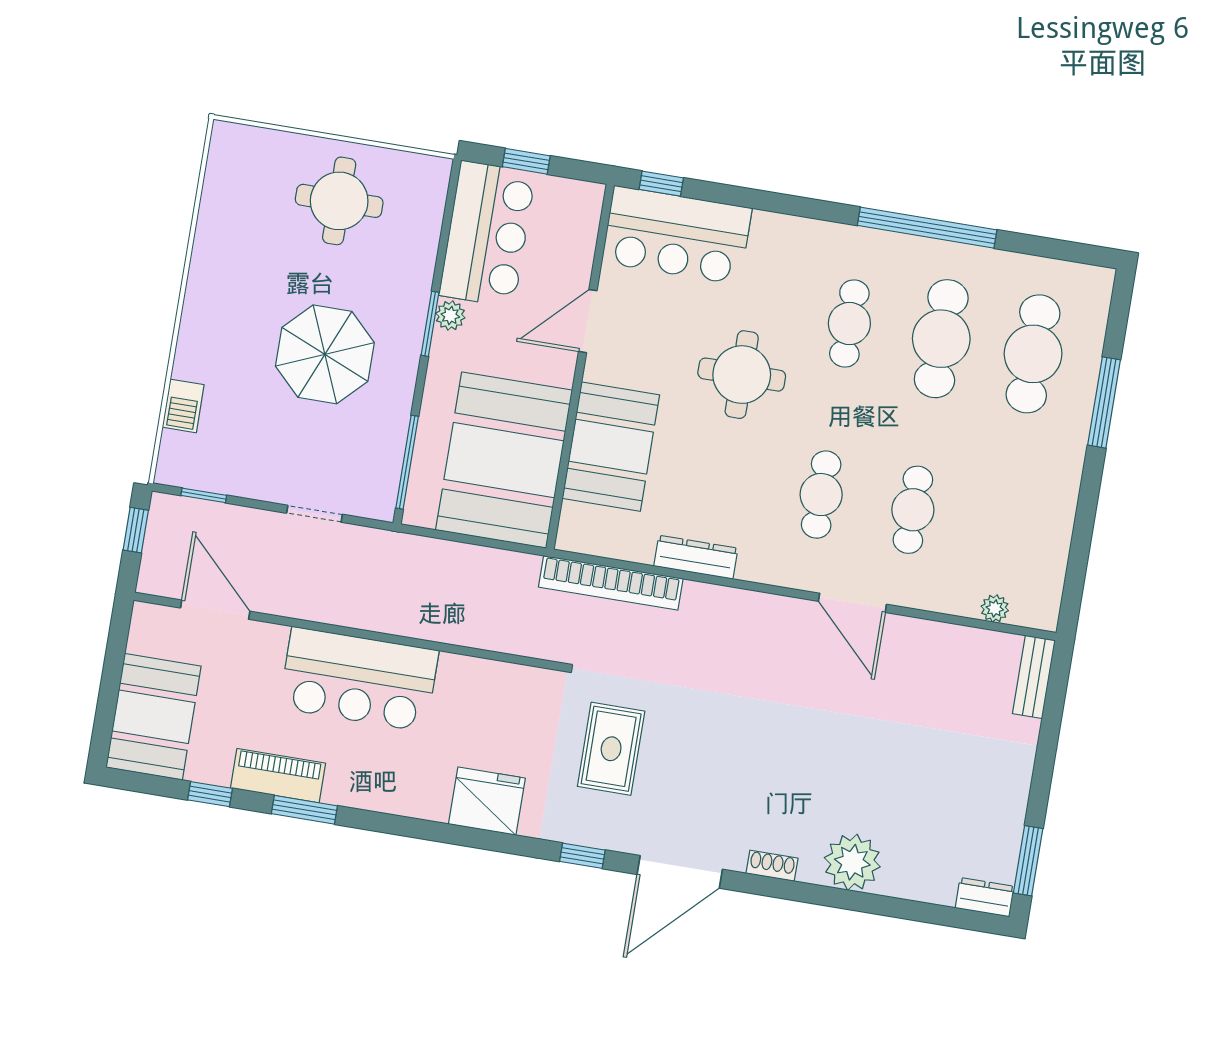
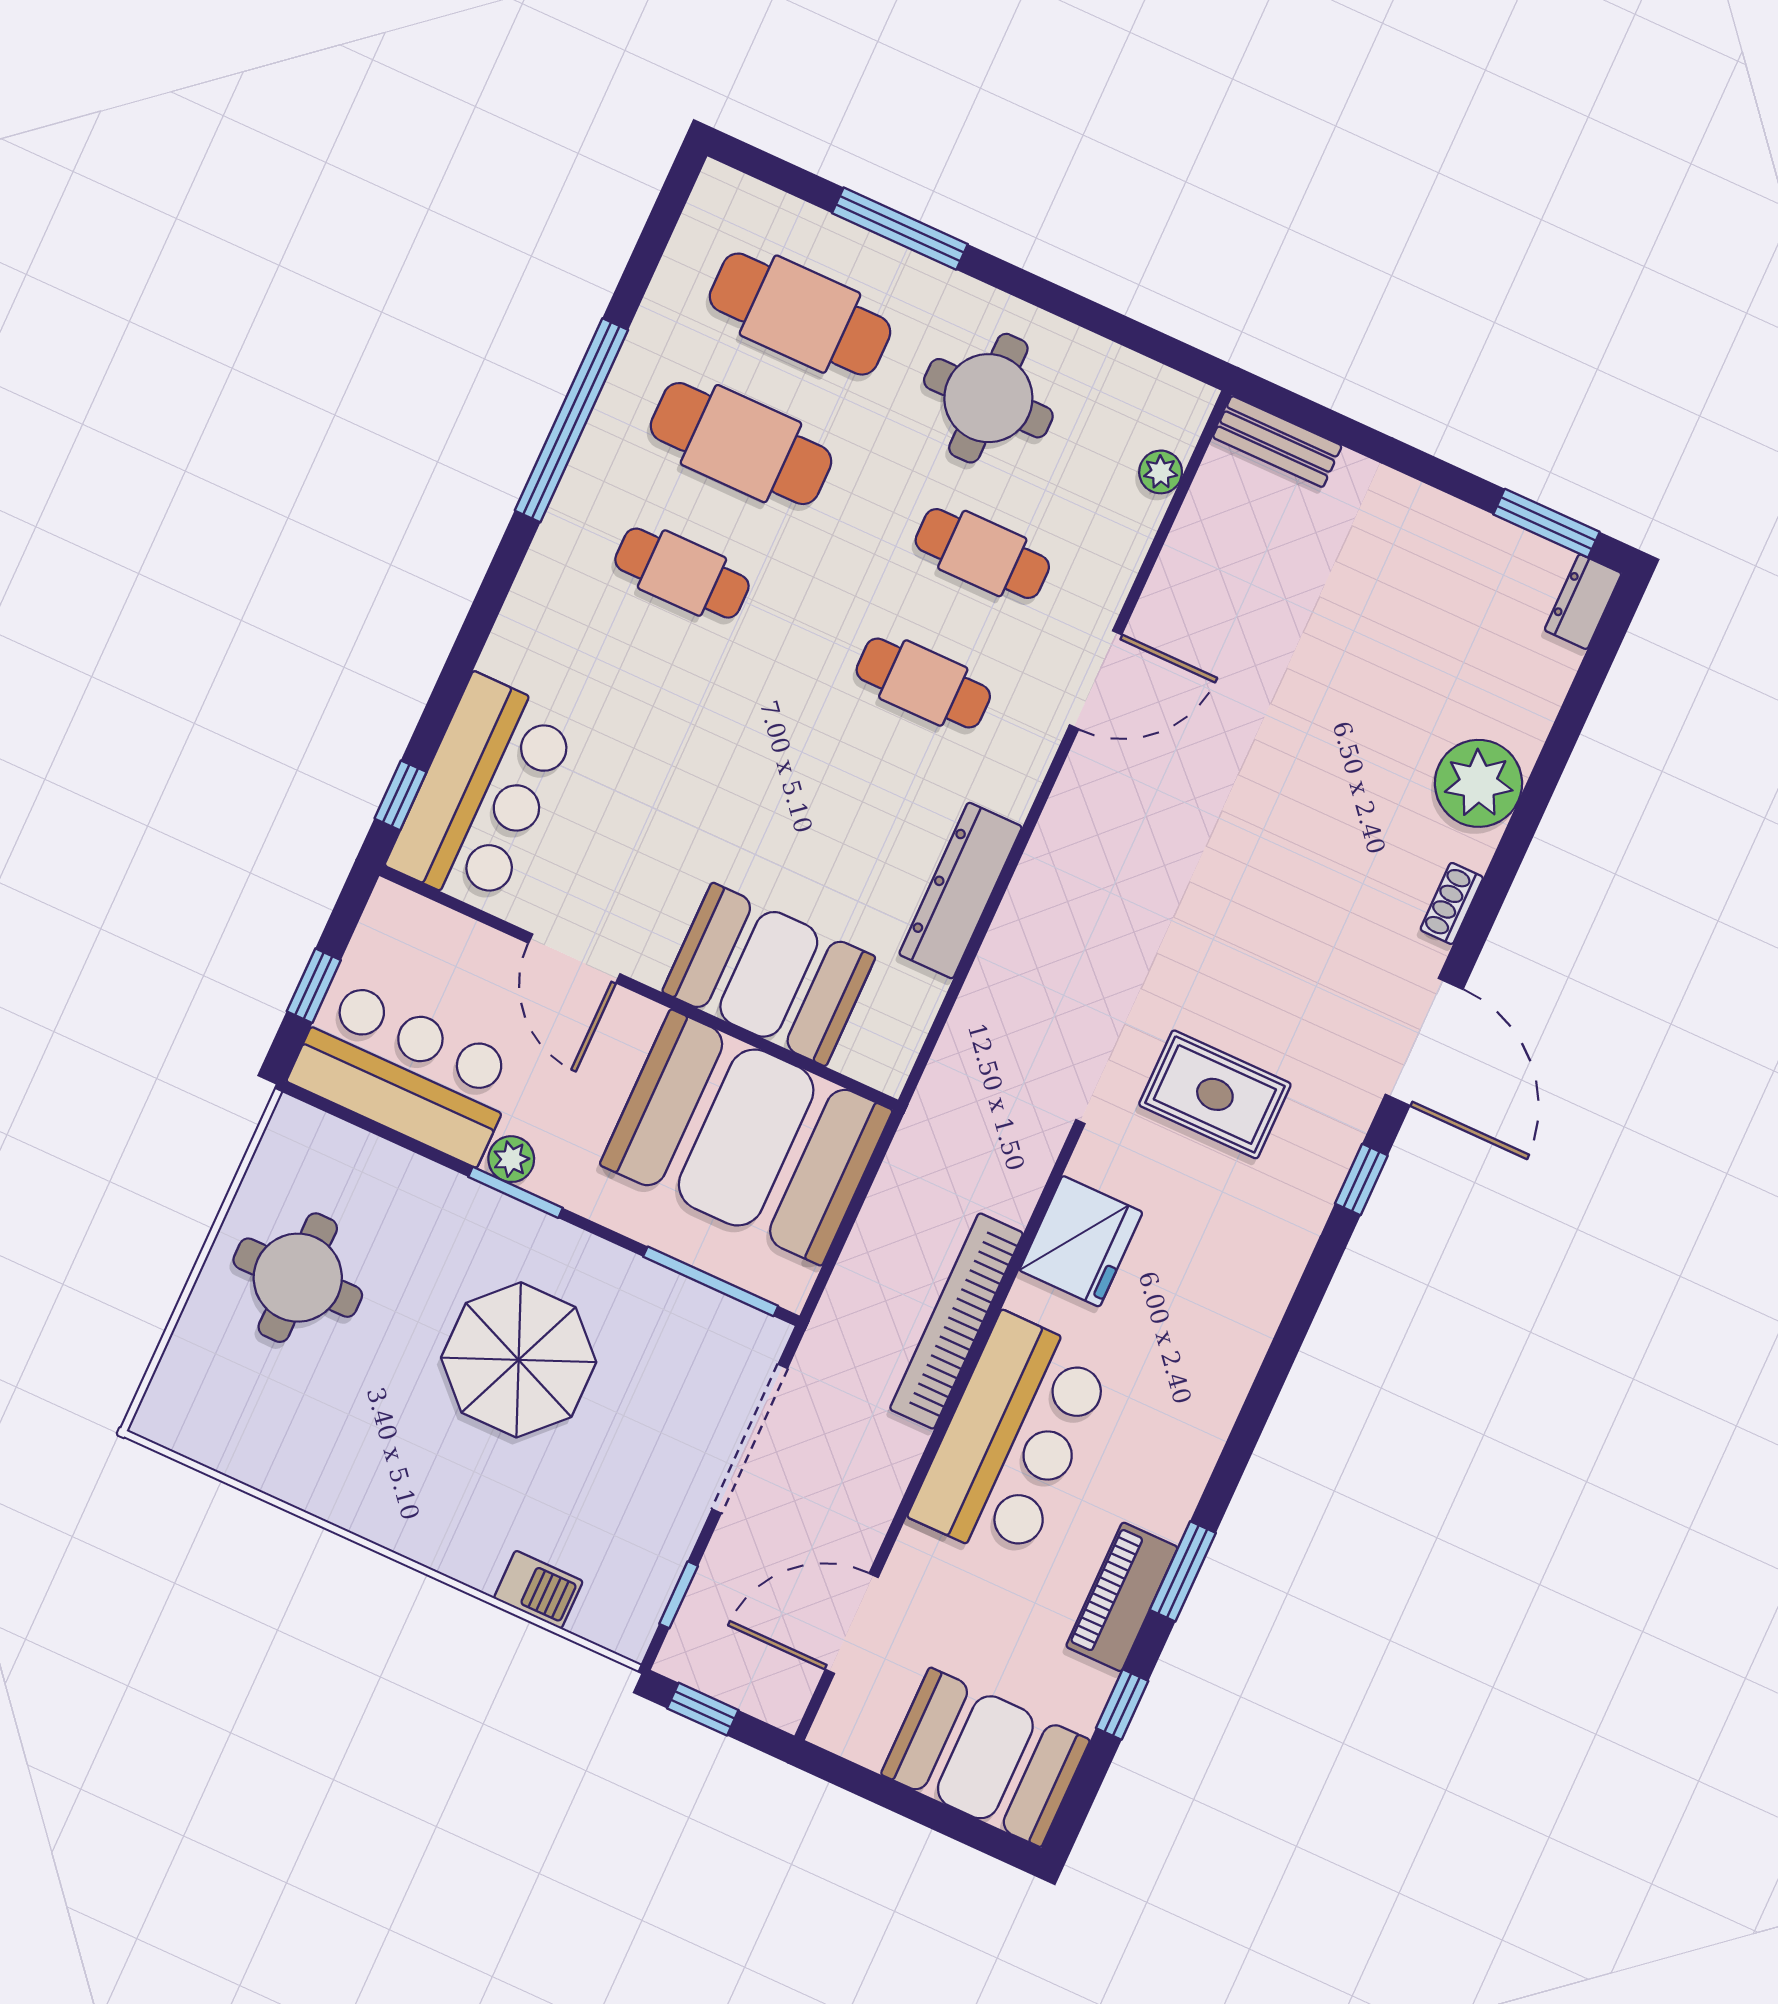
round table: (742, 375) -> (988, 398), moved
doorway: (314, 514) -> (750, 1439), width x1.88
dresser: (696, 557) -> (960, 891), width x1.37, depth x1.24
bookcase: (611, 583) -> (956, 1321), moved, turned 180
fridge: (487, 801) -> (1081, 1241), moved, turned 180

